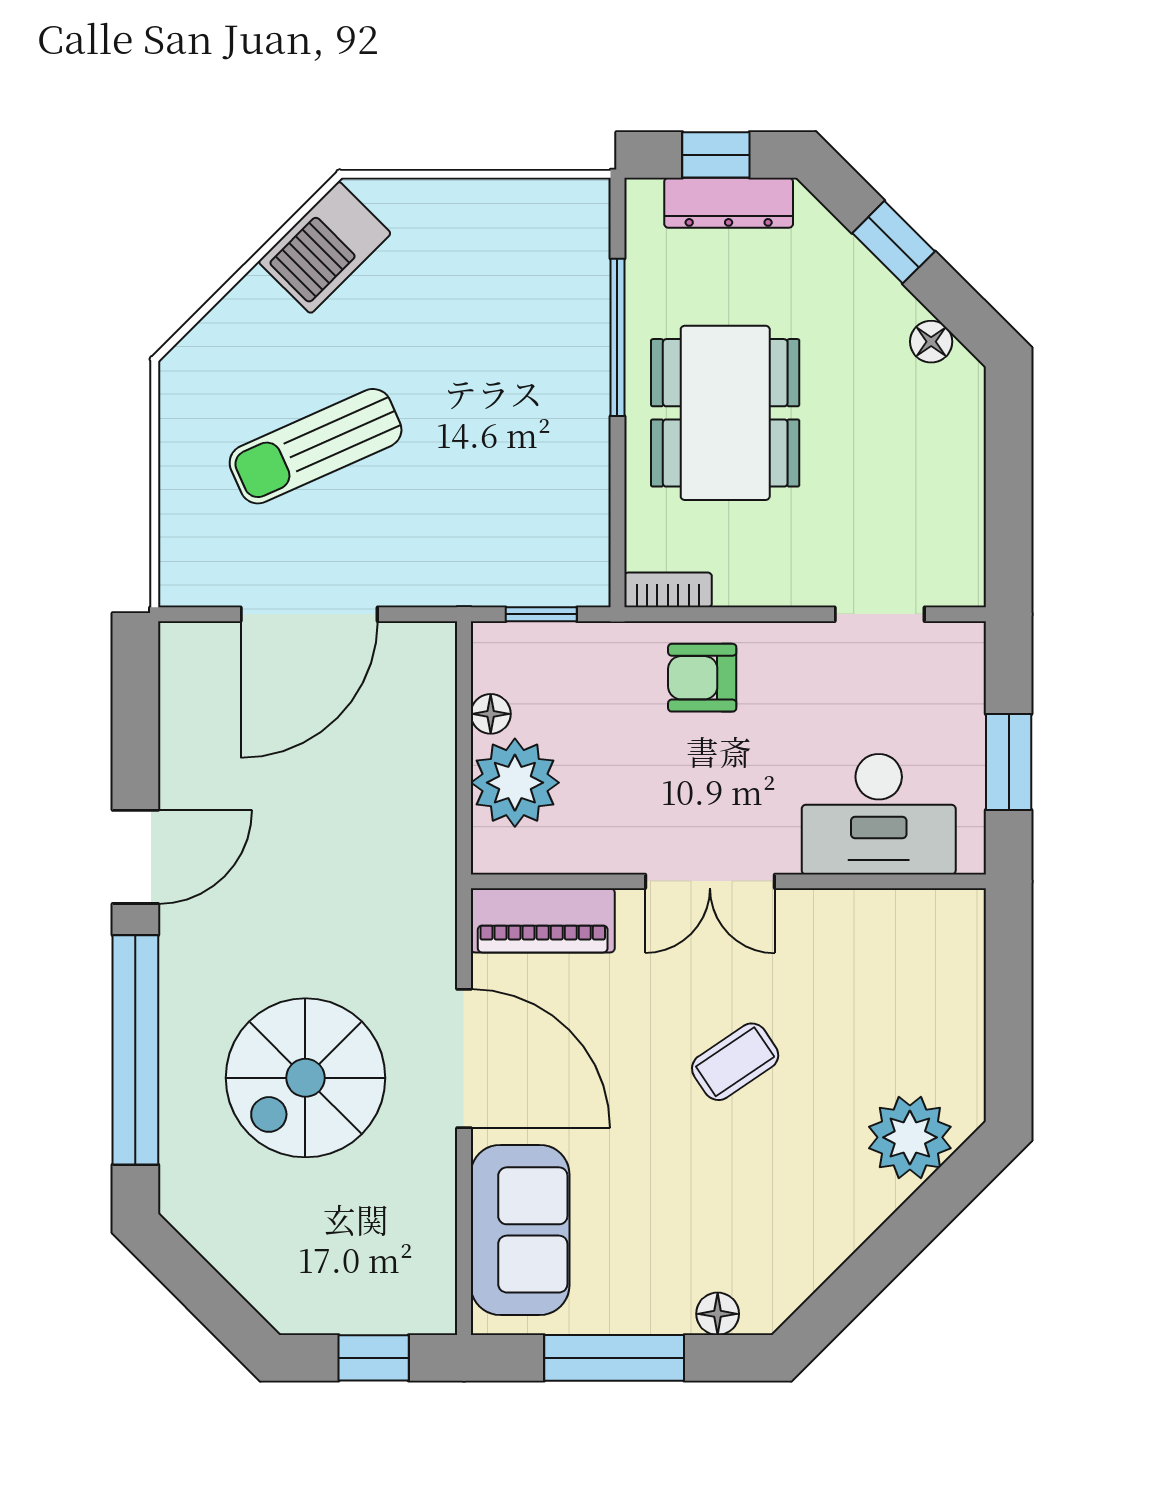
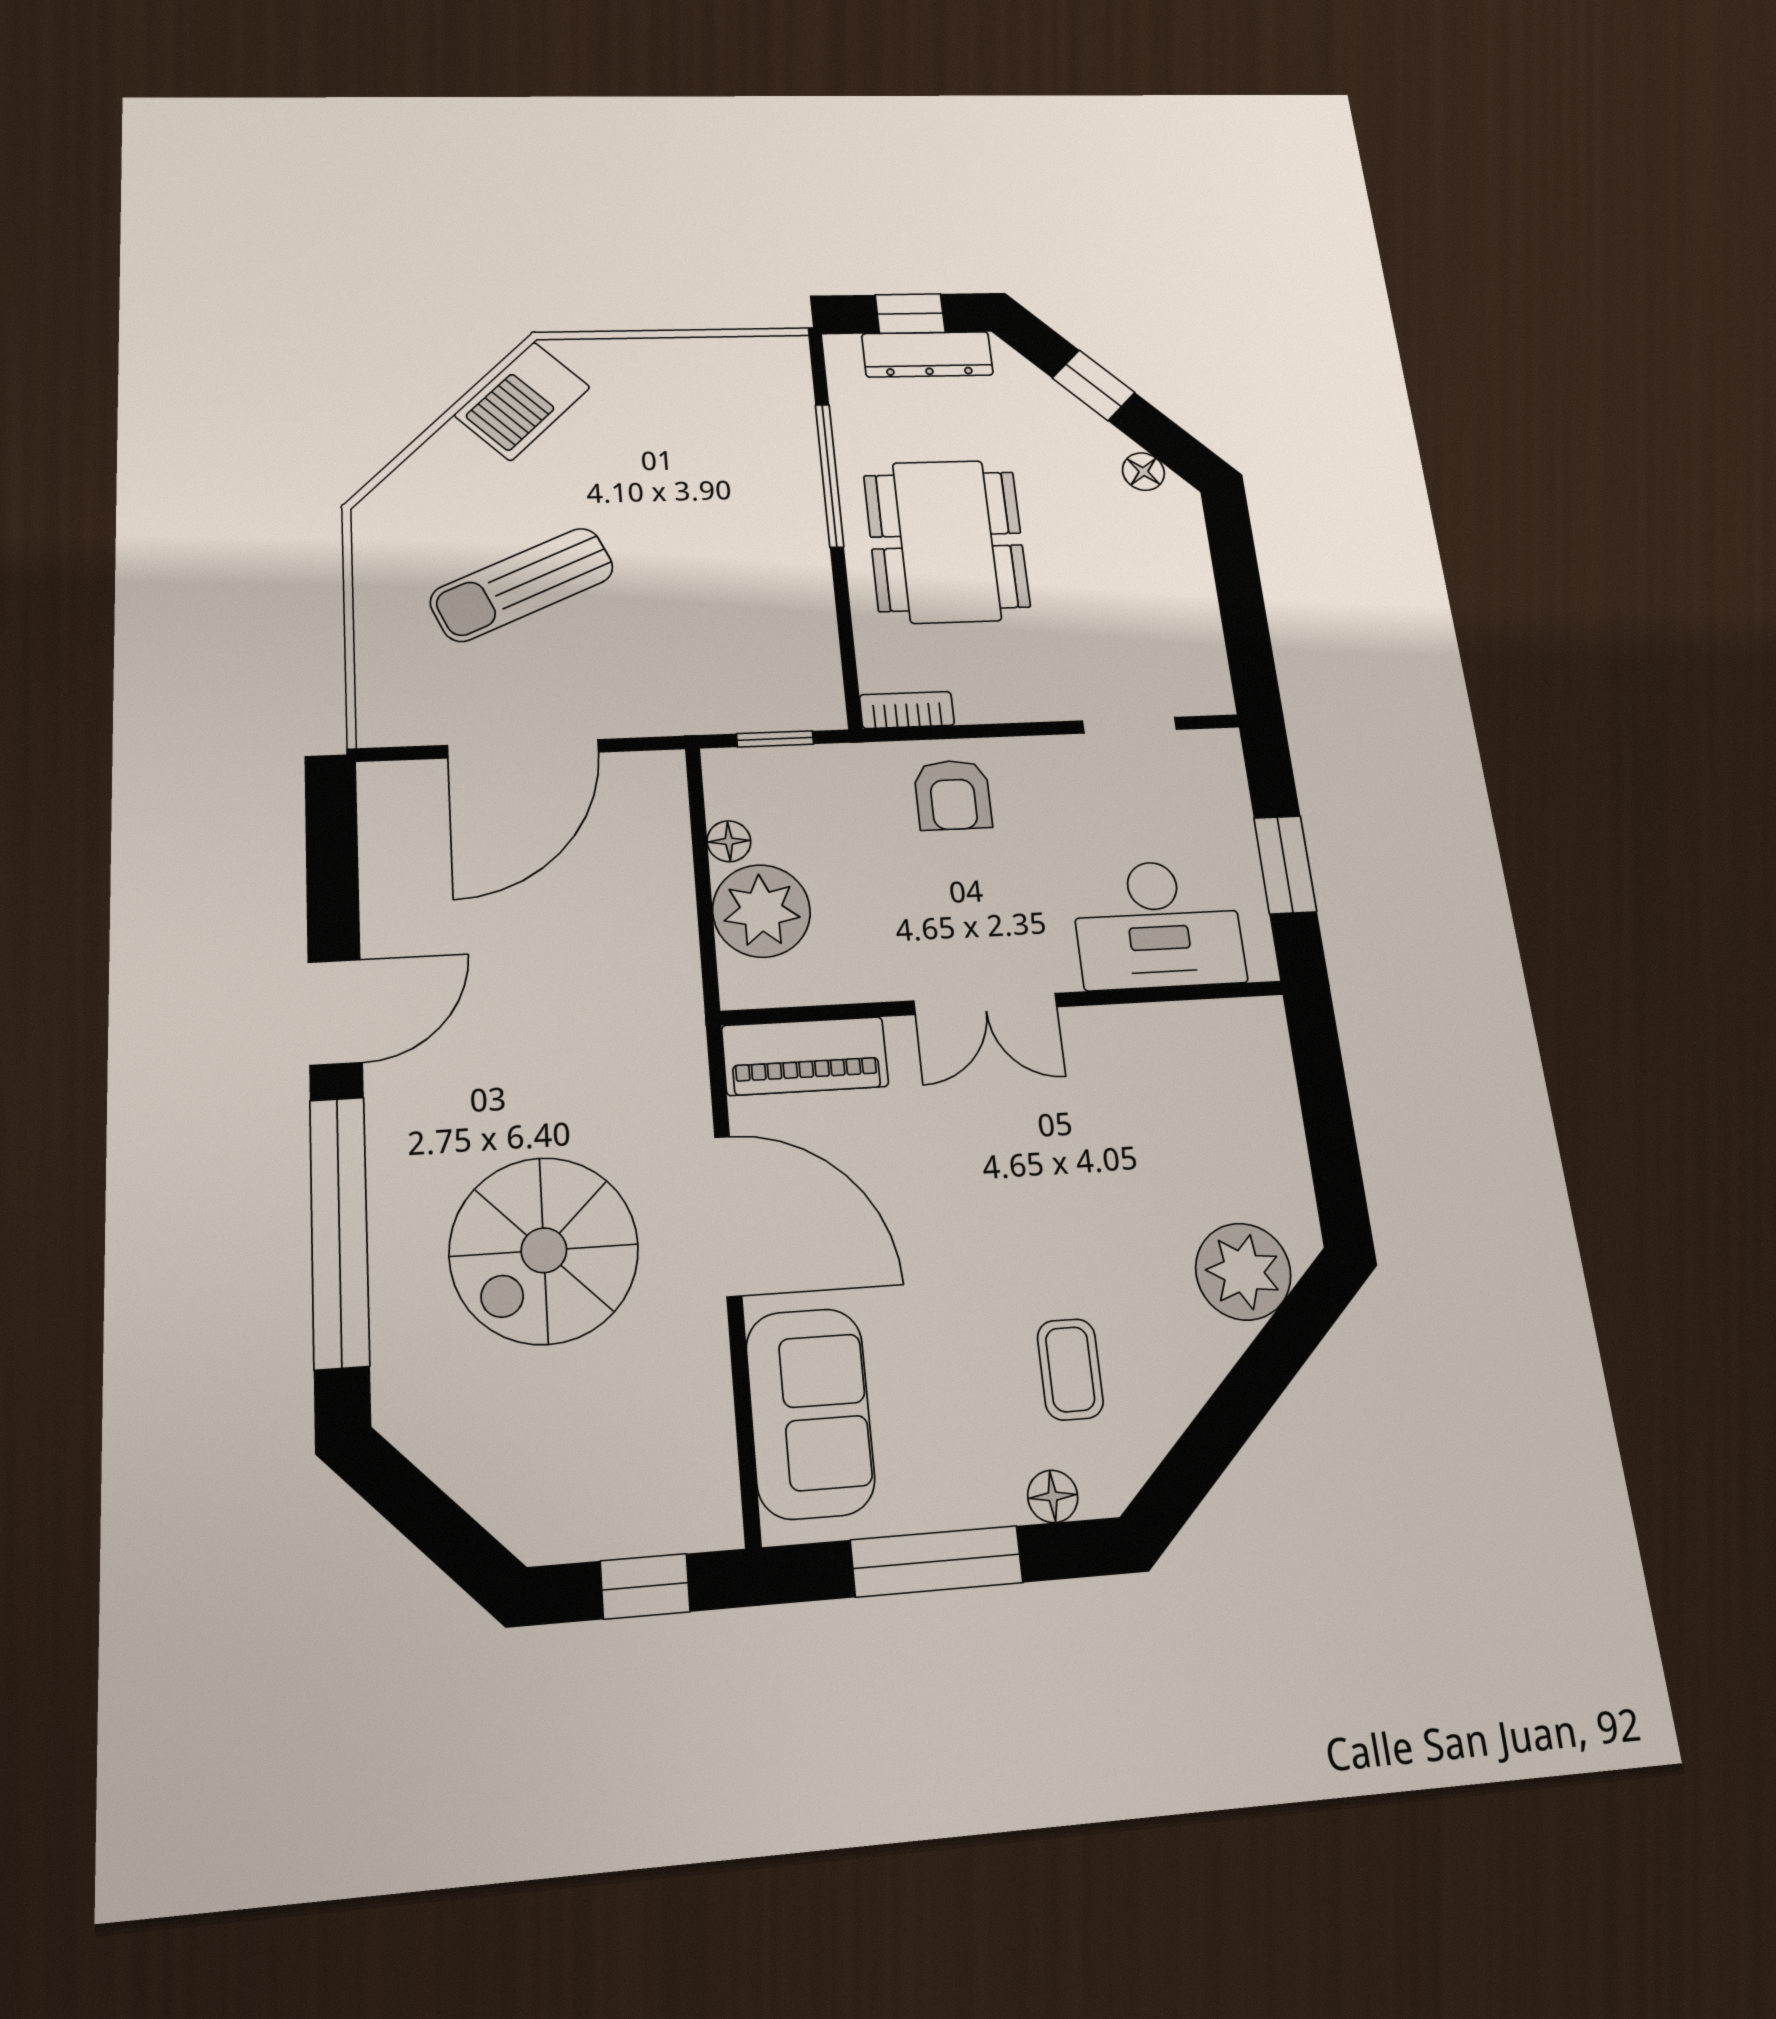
armchair: (702, 678) -> (953, 795), turned -90
coffee table: (735, 1062) -> (1070, 1369), moved, turned -56

